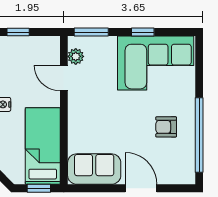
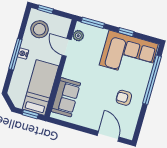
stool: (18, 63) -> (39, 29), added
window: (199, 135) -> (152, 80), moved
sofa: (94, 169) -> (66, 97), moved, turned 90
door: (141, 188) -> (108, 136), moved

